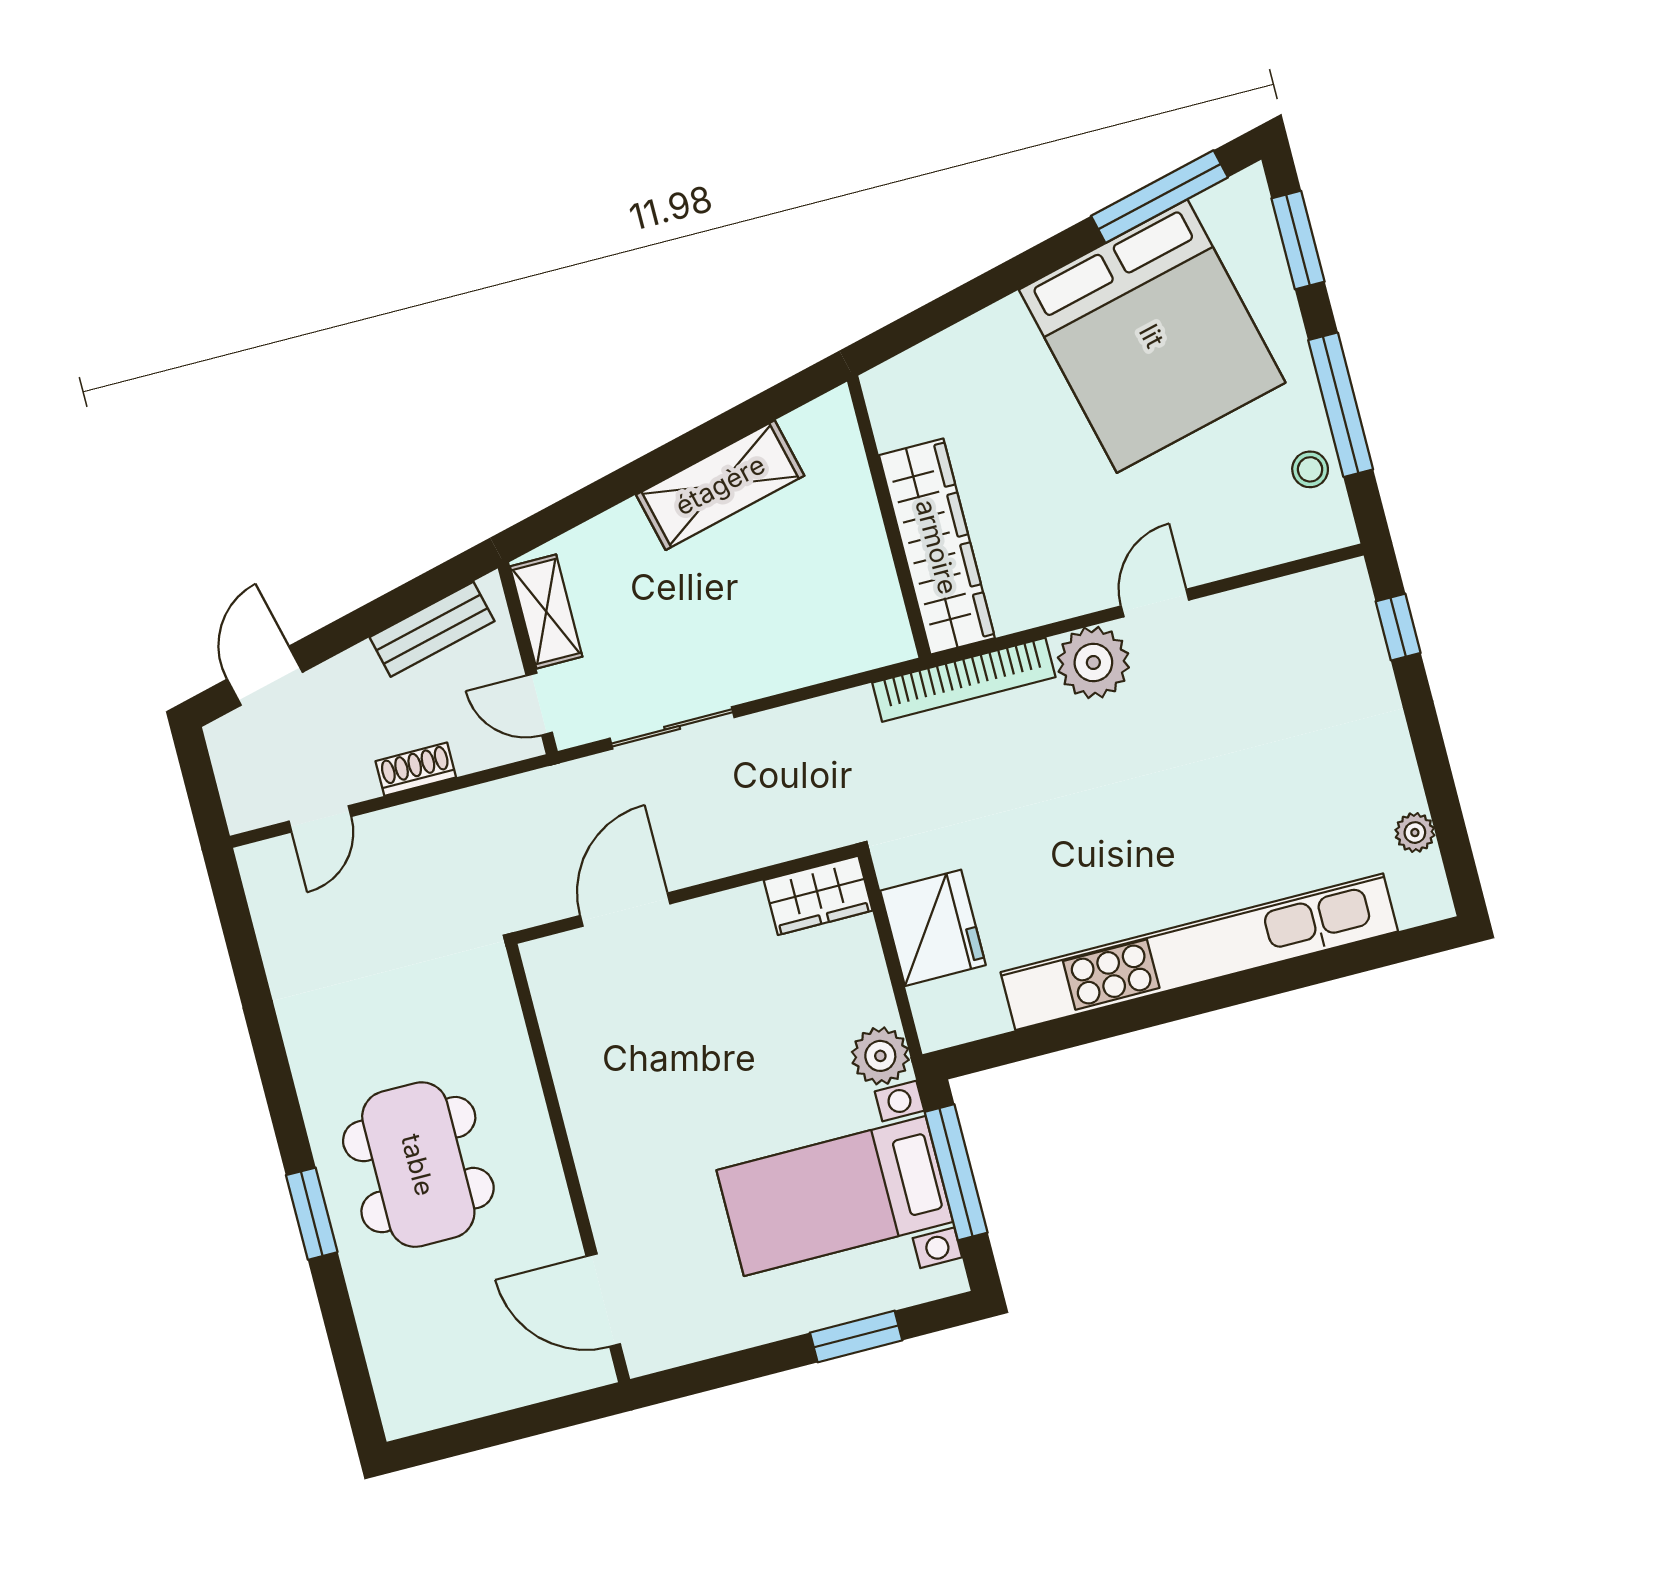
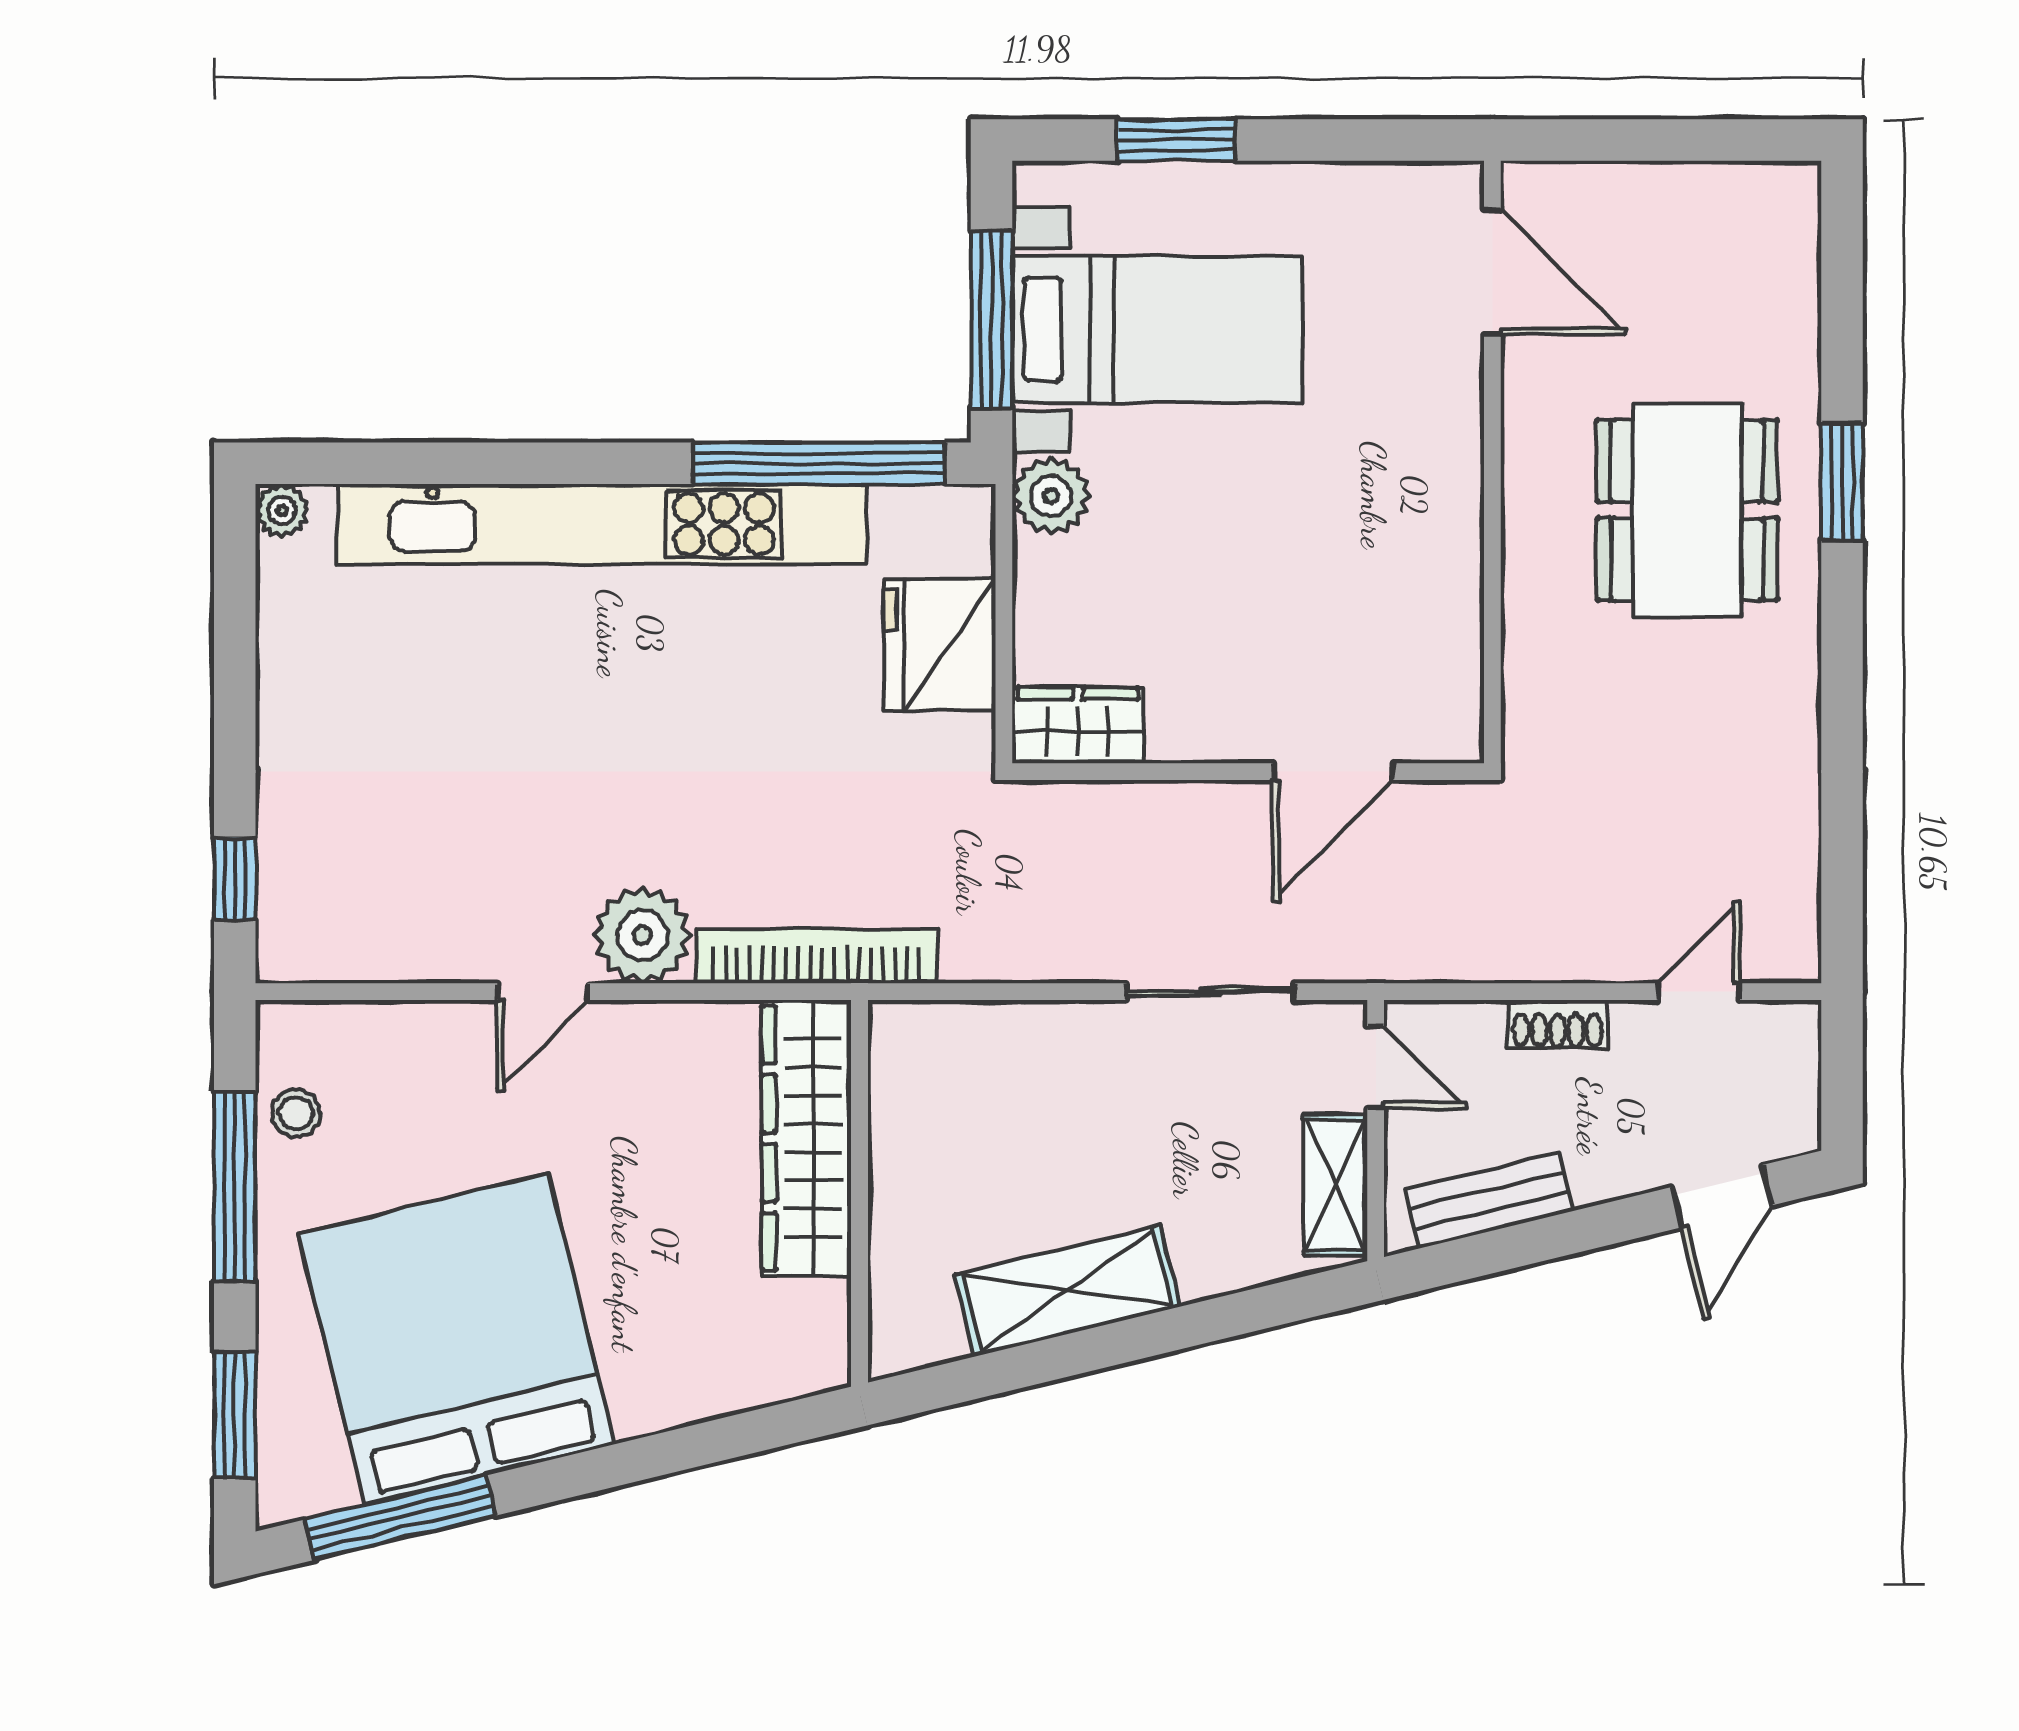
plant: (1415, 833) -> (282, 511), moved
window: (1054, 1036) -> (819, 463), added

